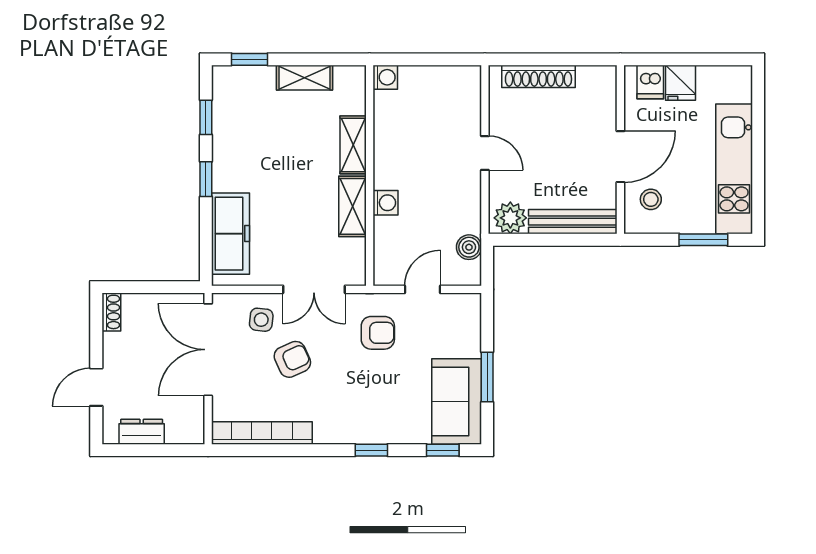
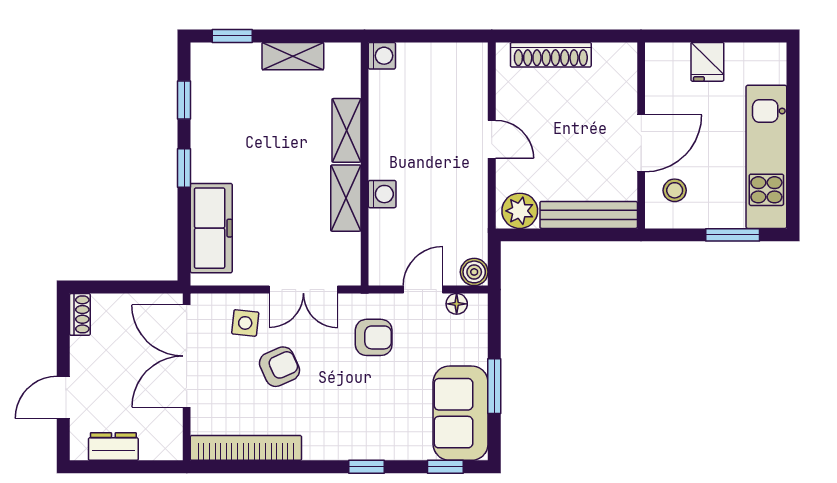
dishwasher: (650, 82) -> (674, 61), removed
boiler: (469, 247) -> (474, 272), moved
floor lamp: (453, 302) -> (457, 304), added

